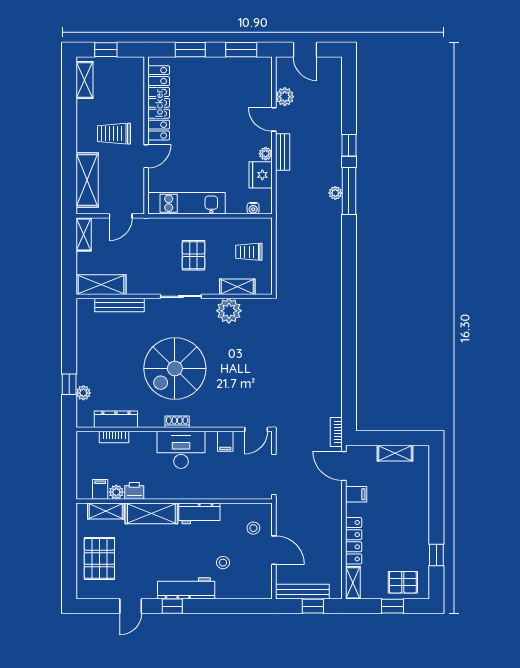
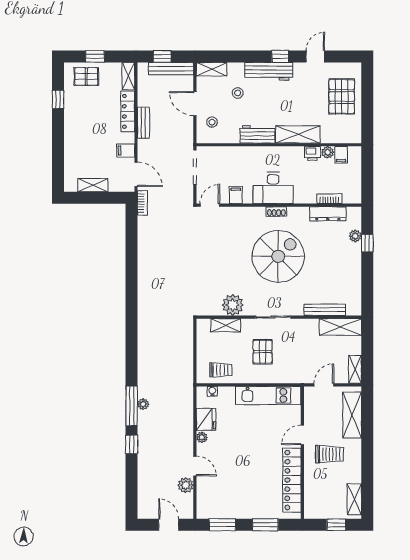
bench: (283, 152) -> (143, 123), moved
trolley: (249, 252) -> (221, 370), moved
shelving: (106, 511) -> (212, 69), moved

